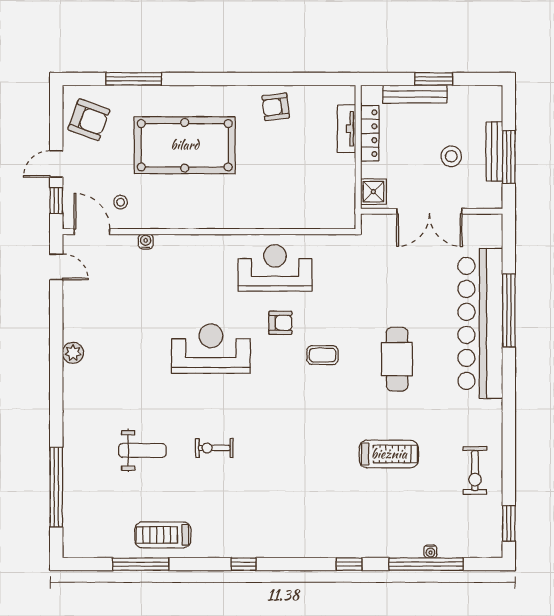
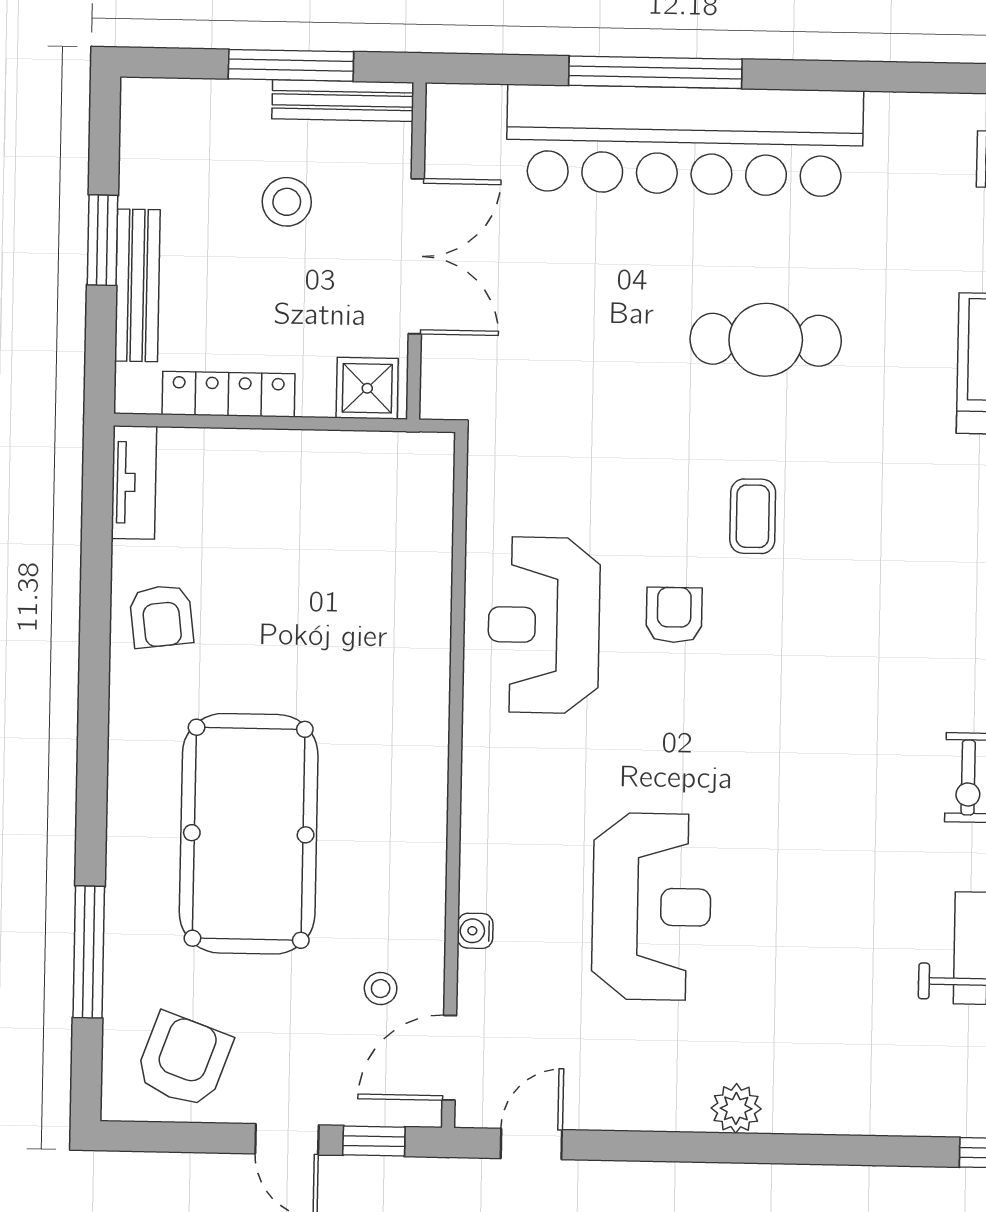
tv unit: (347, 129) -> (134, 482), moved, turned -90
bench: (494, 151) -> (343, 101), moved
reception desk: (211, 349) -> (652, 907), moved, turned 180

